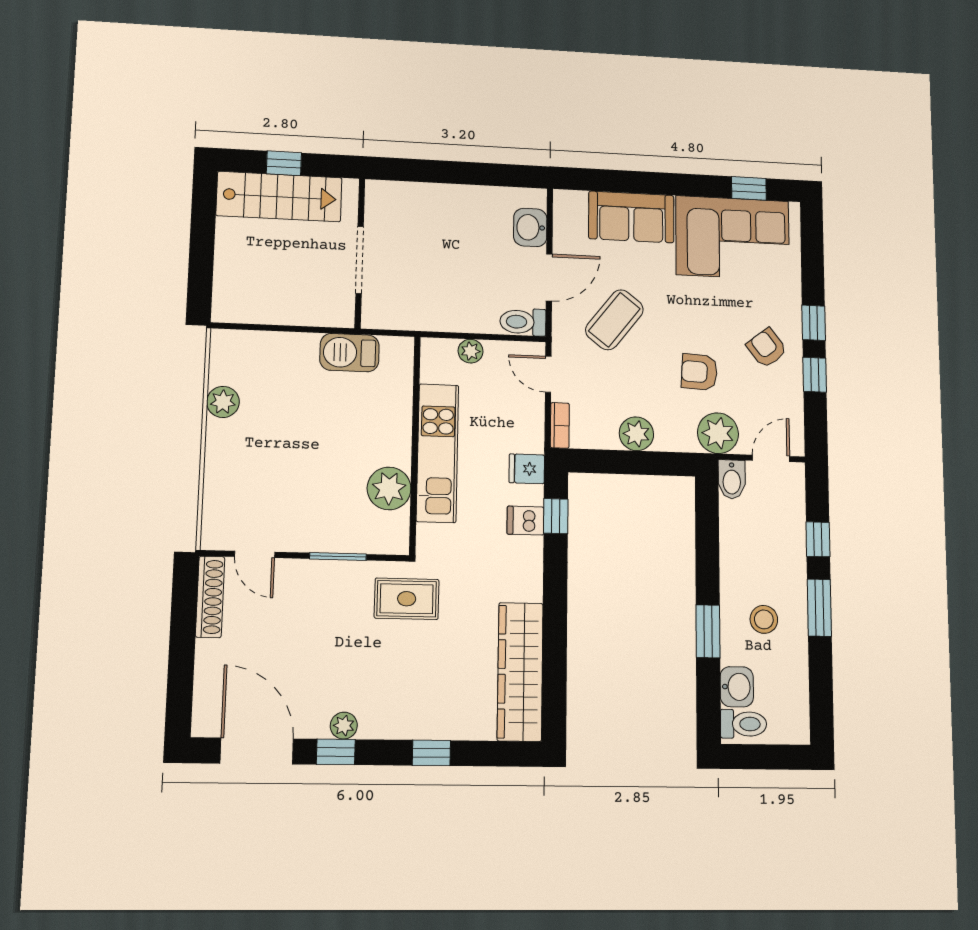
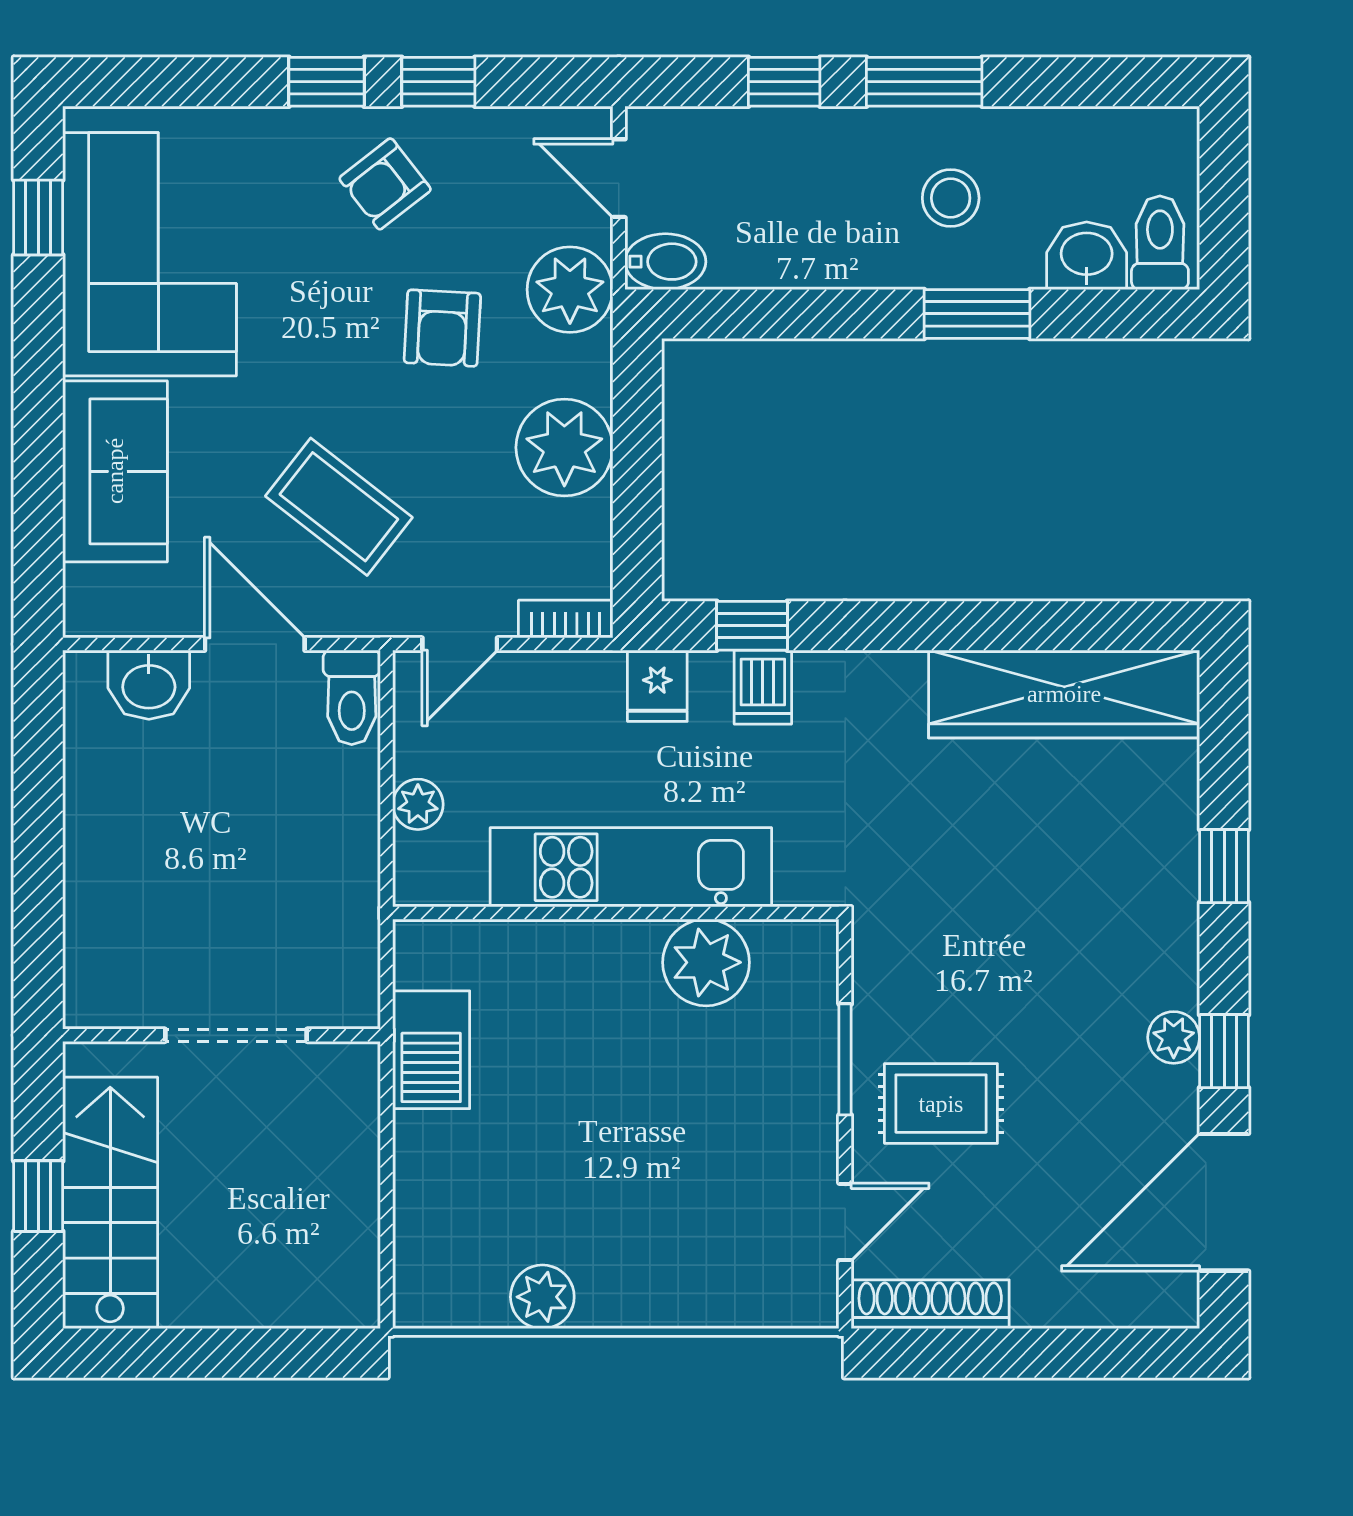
plant: (636, 434) -> (564, 447), width x1.36, depth x1.36
rug: (407, 599) -> (941, 1104), moved, turned 90

